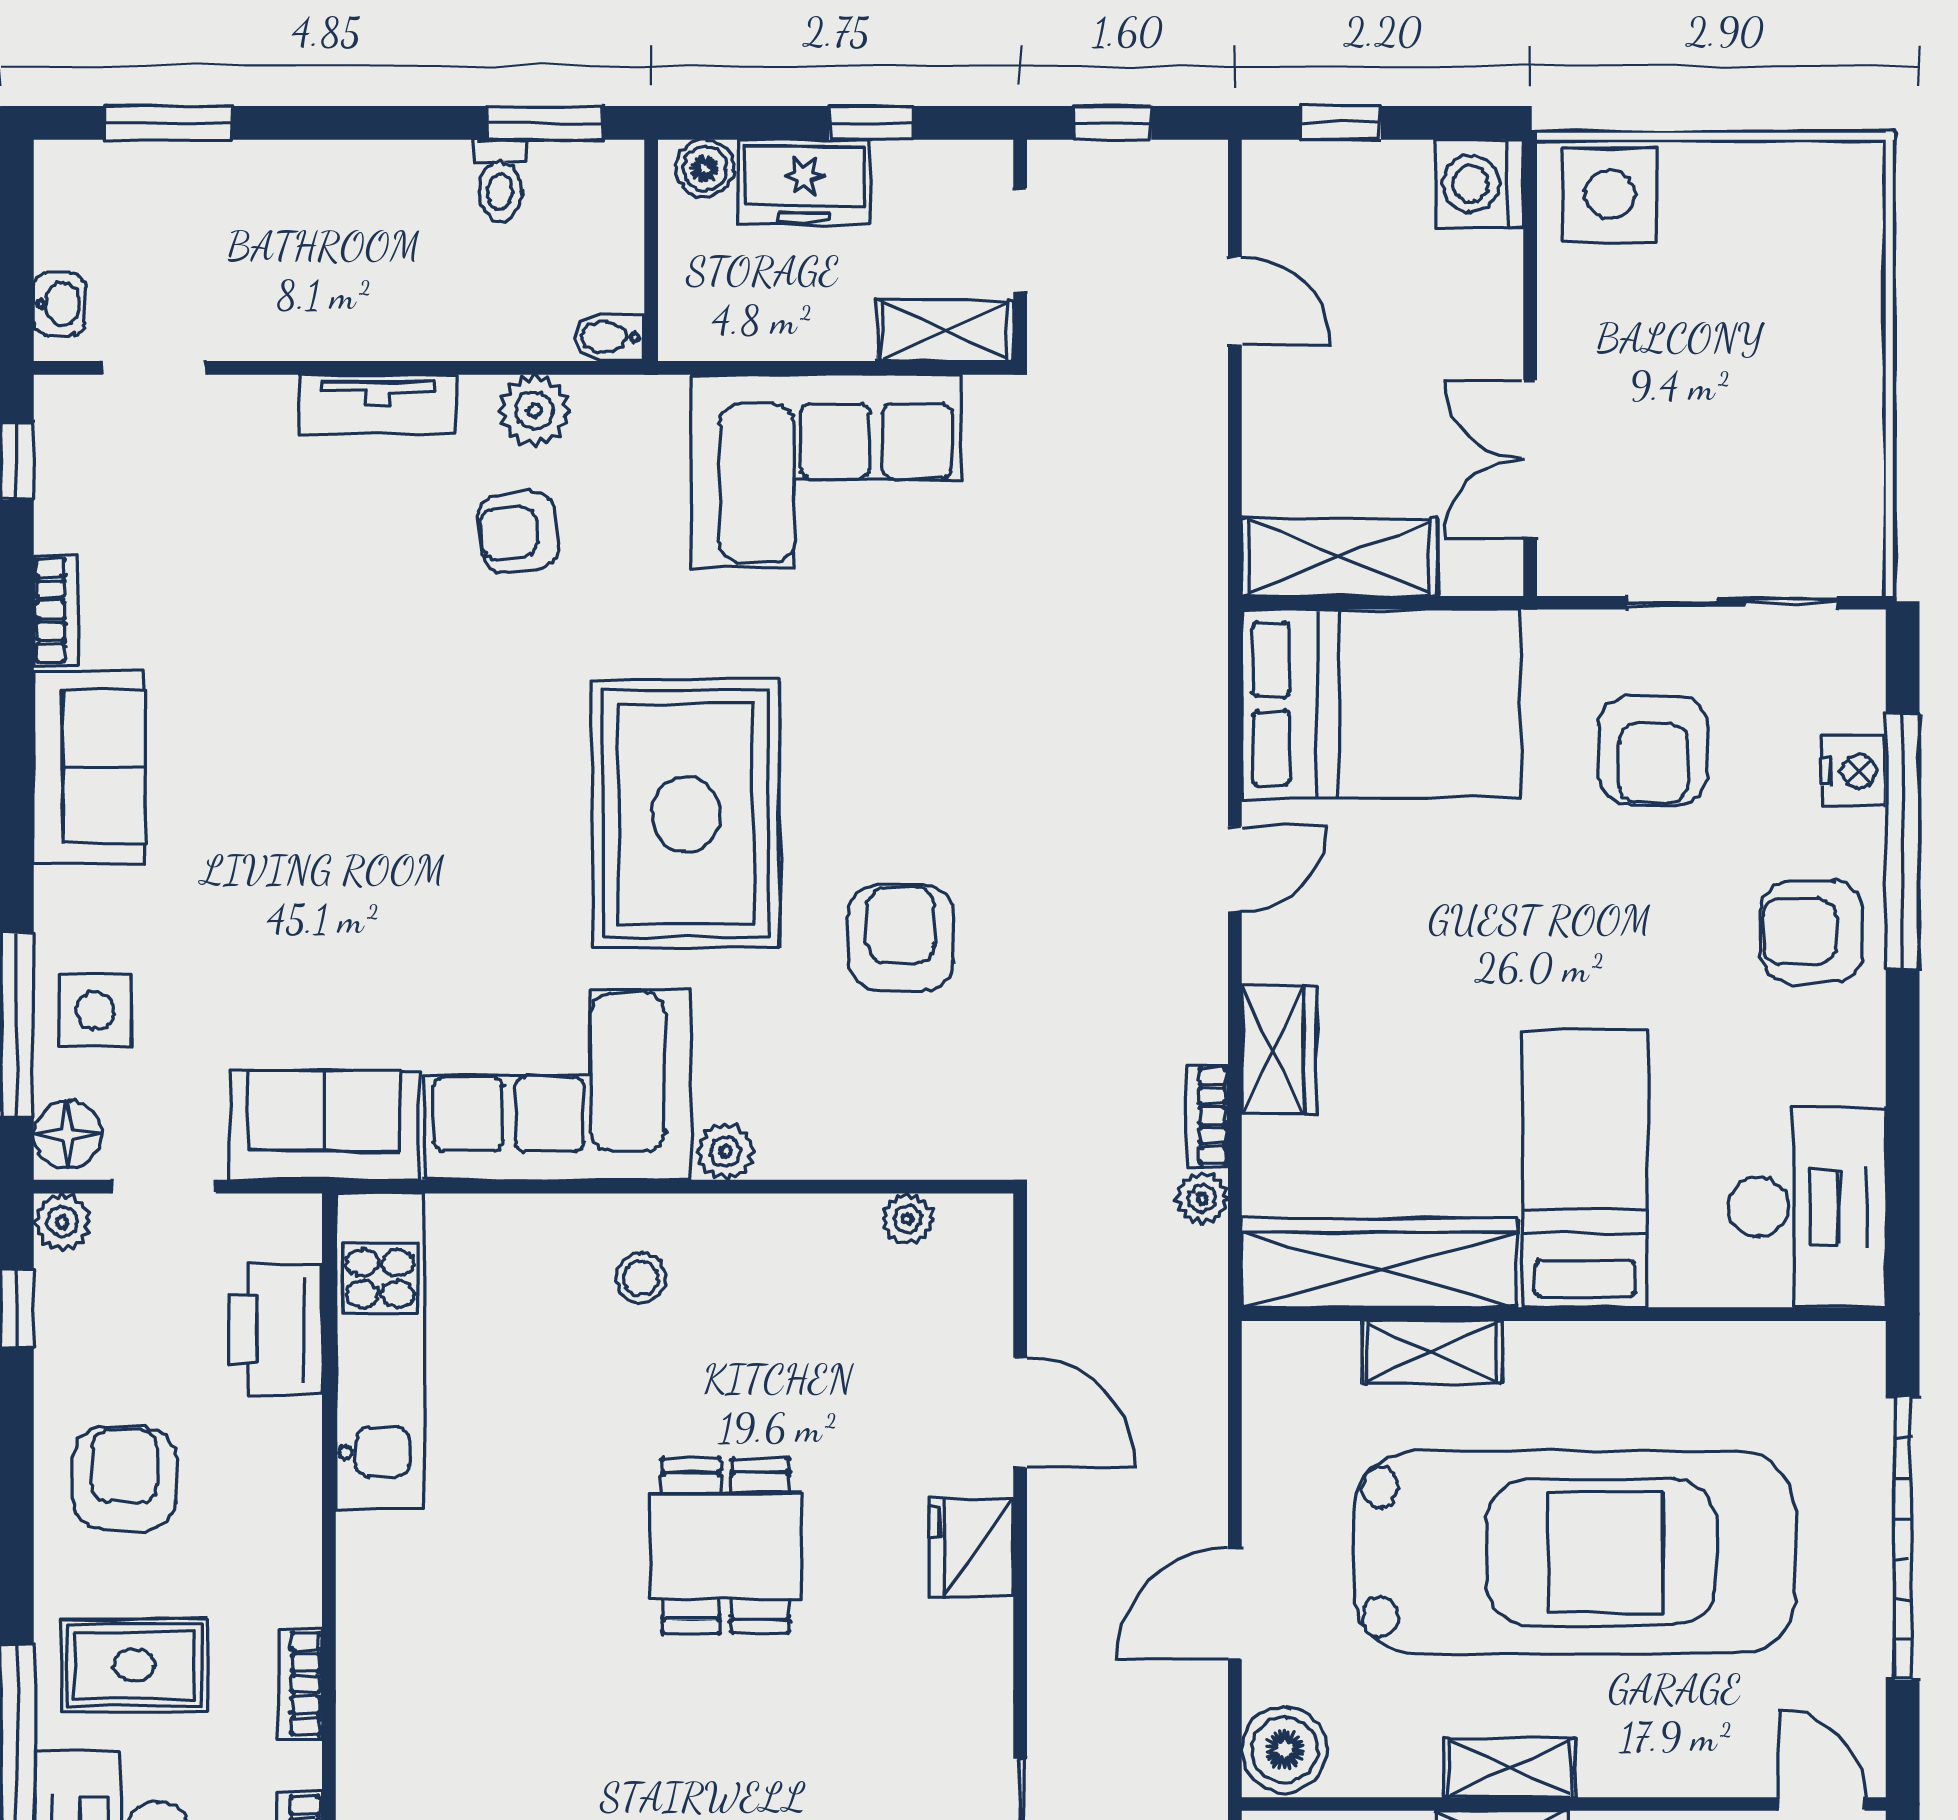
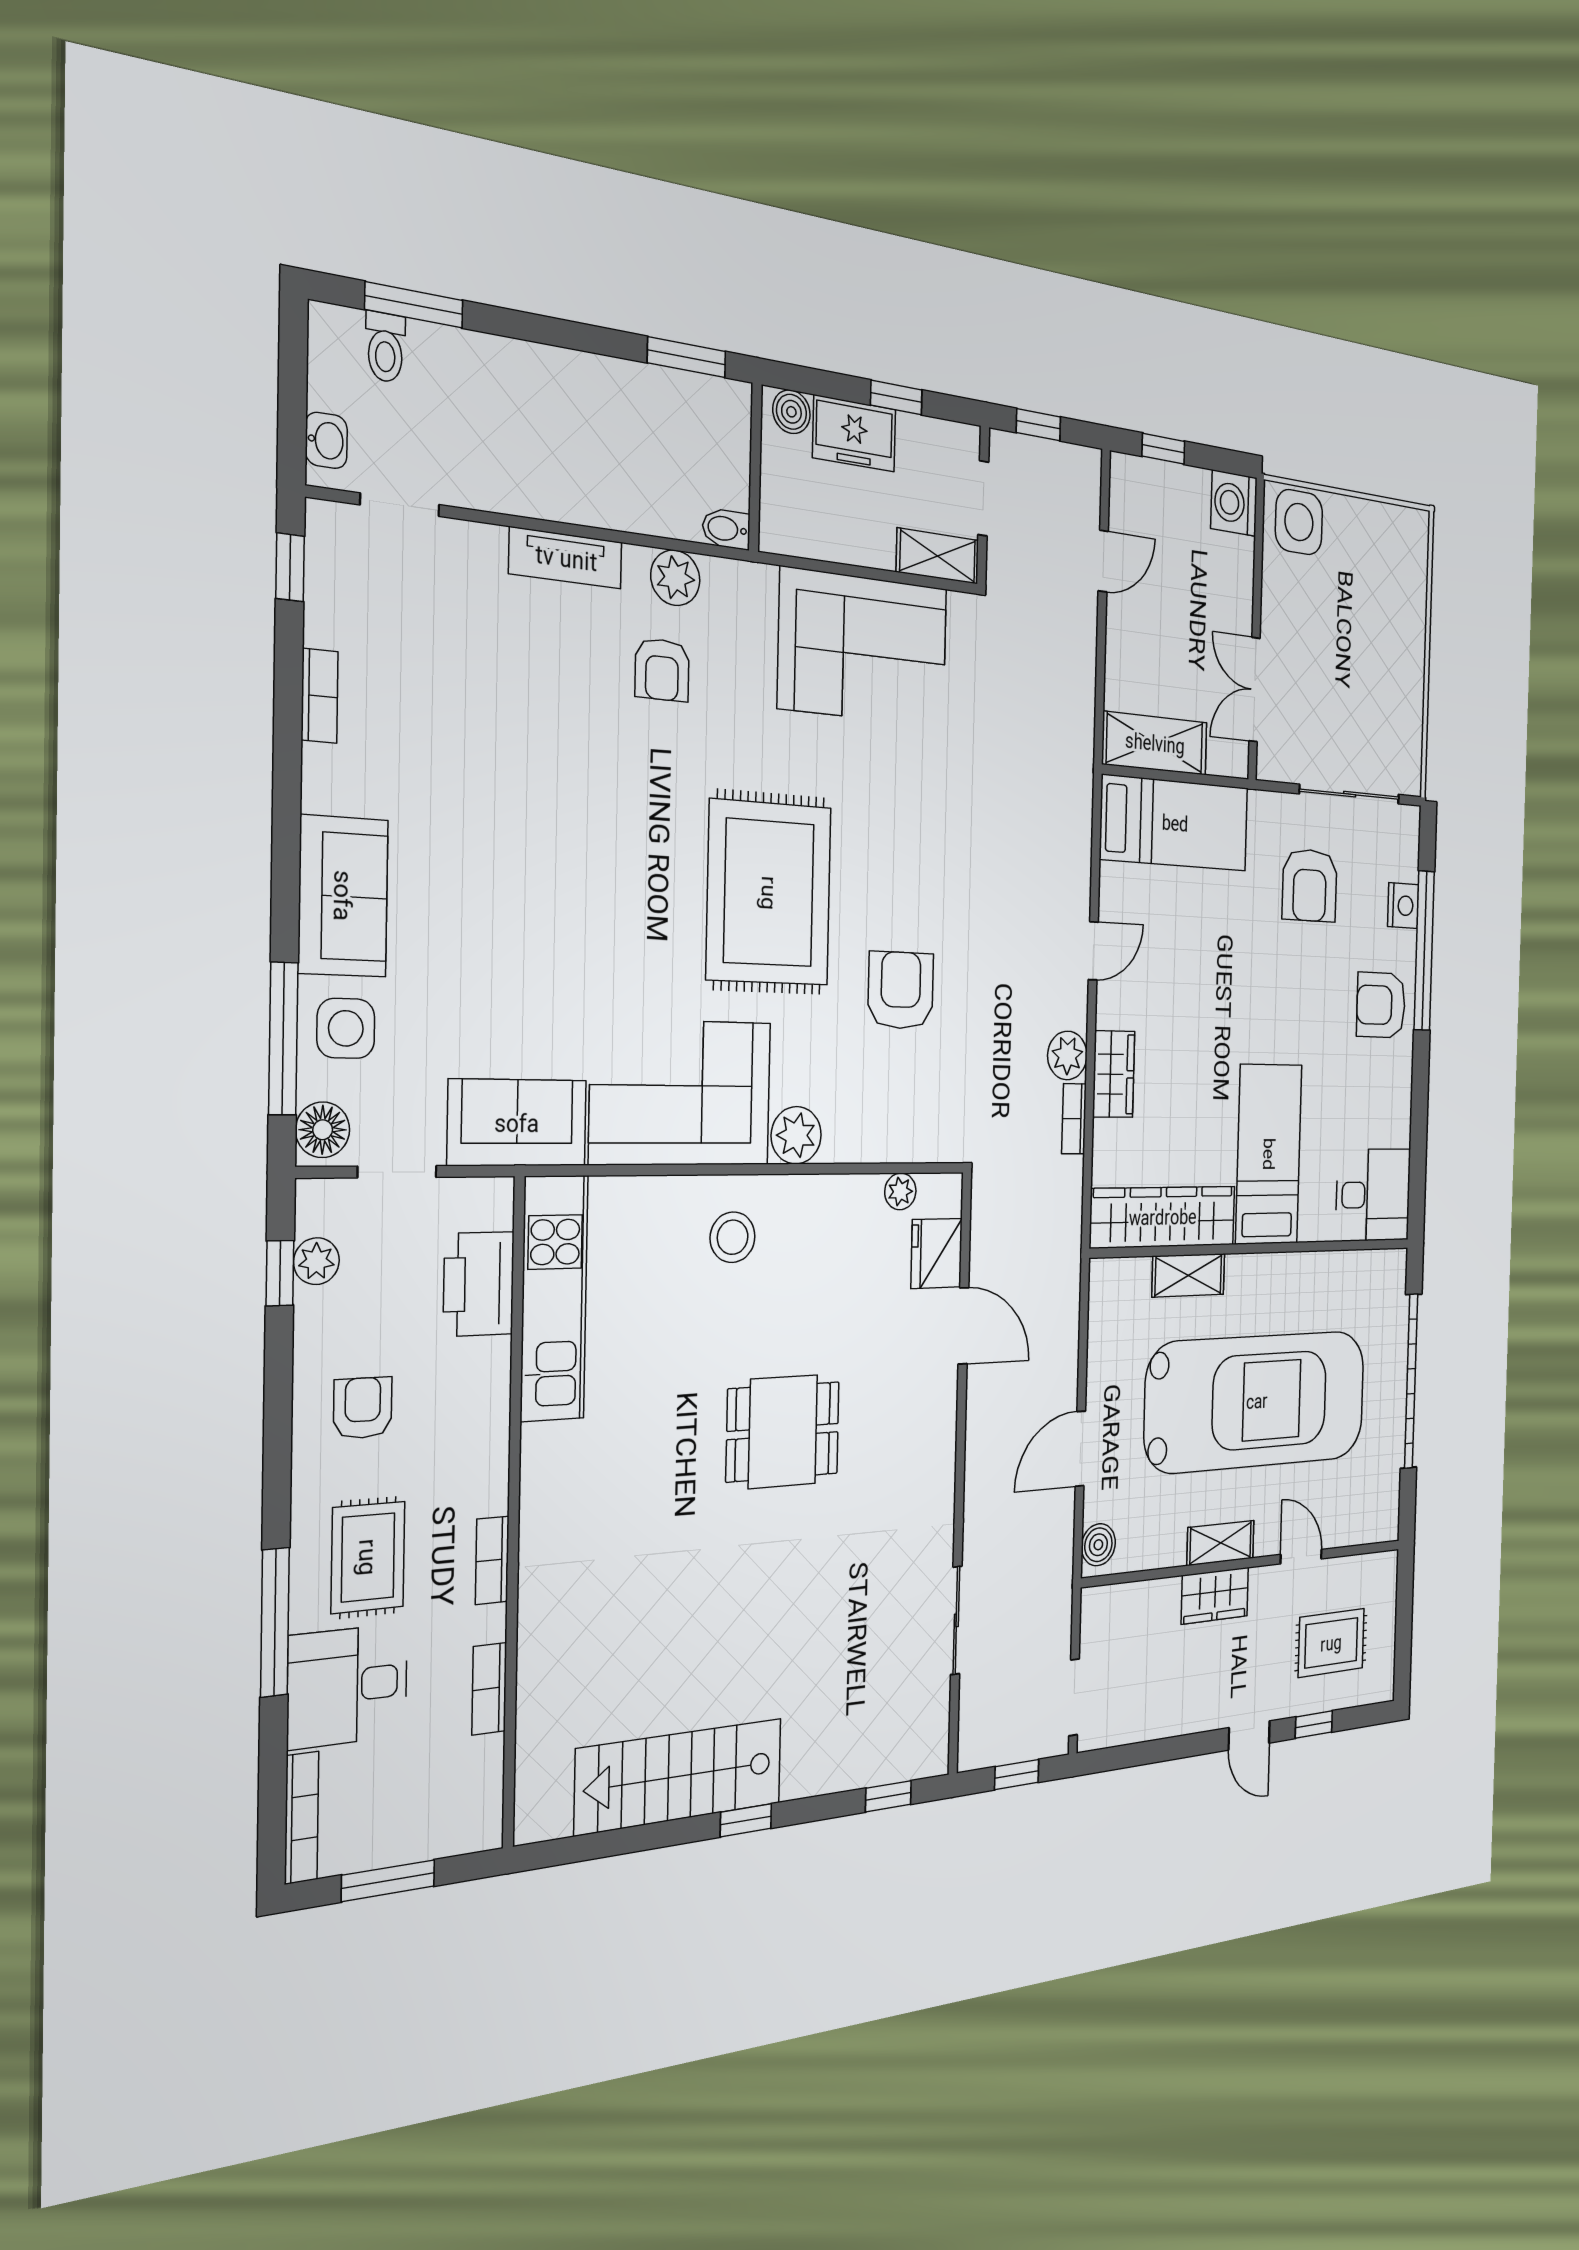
toilet: (500, 180) -> (385, 347), moved
door: (1235, 301) -> (1103, 561), hinge flipped
armchair: (518, 532) -> (662, 670), turned -83
bed: (1381, 704) -> (1175, 823), width x0.67
sofa: (89, 767) -> (343, 896), moved
plant: (726, 1151) -> (796, 1135), width x1.38, depth x1.38
plant: (1202, 1199) -> (1067, 1055), moved, width x1.38, depth x1.38
desk: (1807, 1207) -> (1373, 1195), width x0.73
plant: (62, 1222) -> (316, 1261), moved
stool: (641, 1278) -> (733, 1237), width x1.37, depth x1.37
armchair: (124, 1478) -> (363, 1408), width x0.72, depth x0.72
dining table: (726, 1546) -> (783, 1432), turned 90
fridge: (971, 1548) -> (937, 1253), moved
rug: (134, 1665) -> (368, 1557), turned 90
boiler: (1284, 1750) -> (1098, 1545), width x0.73, depth x0.73
door: (1821, 1804) -> (1301, 1557), moved

